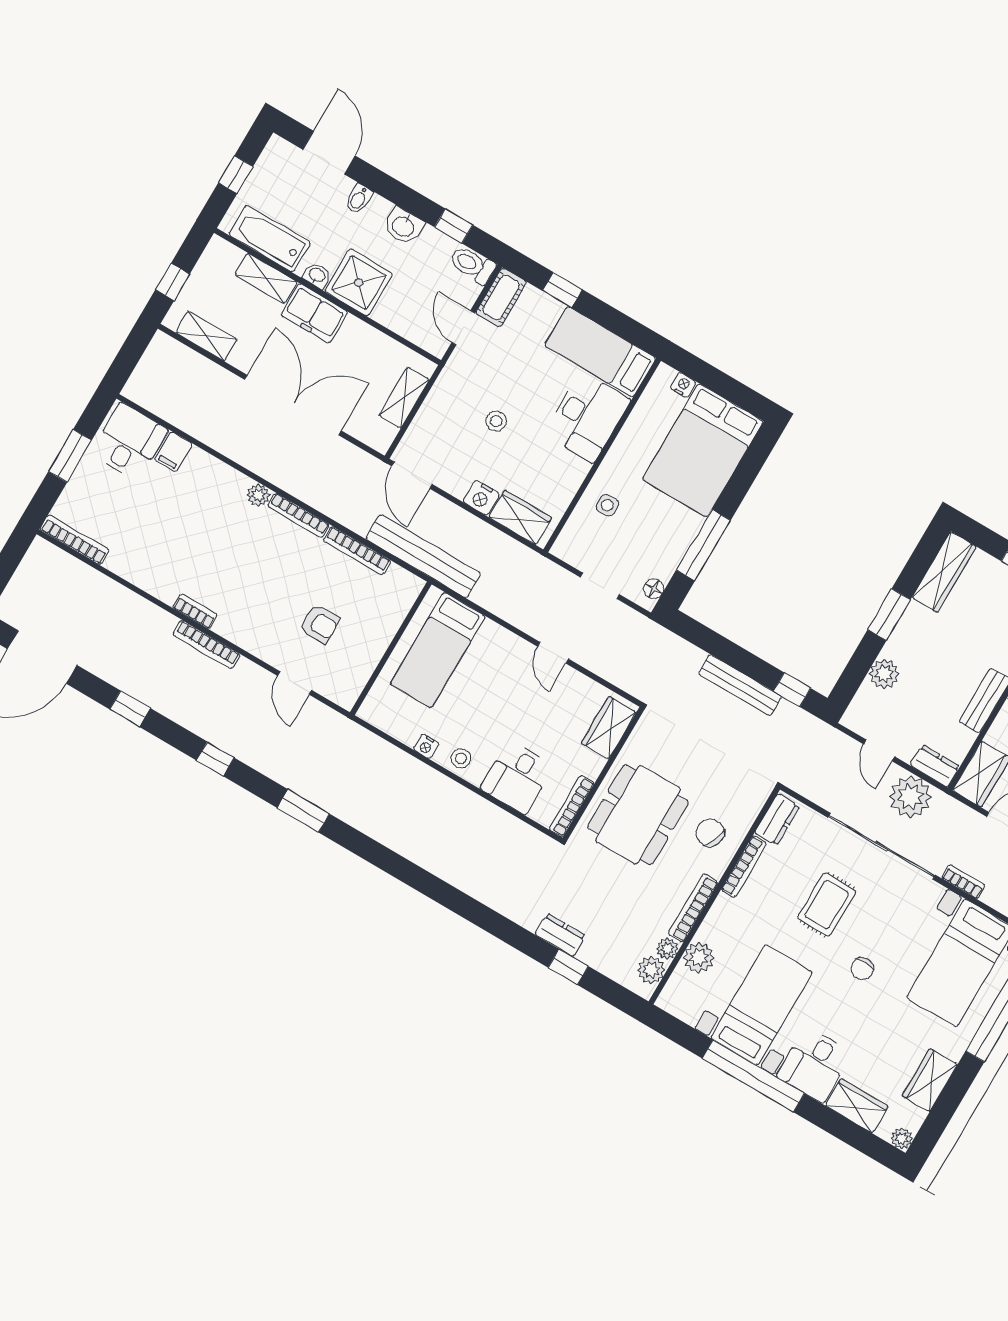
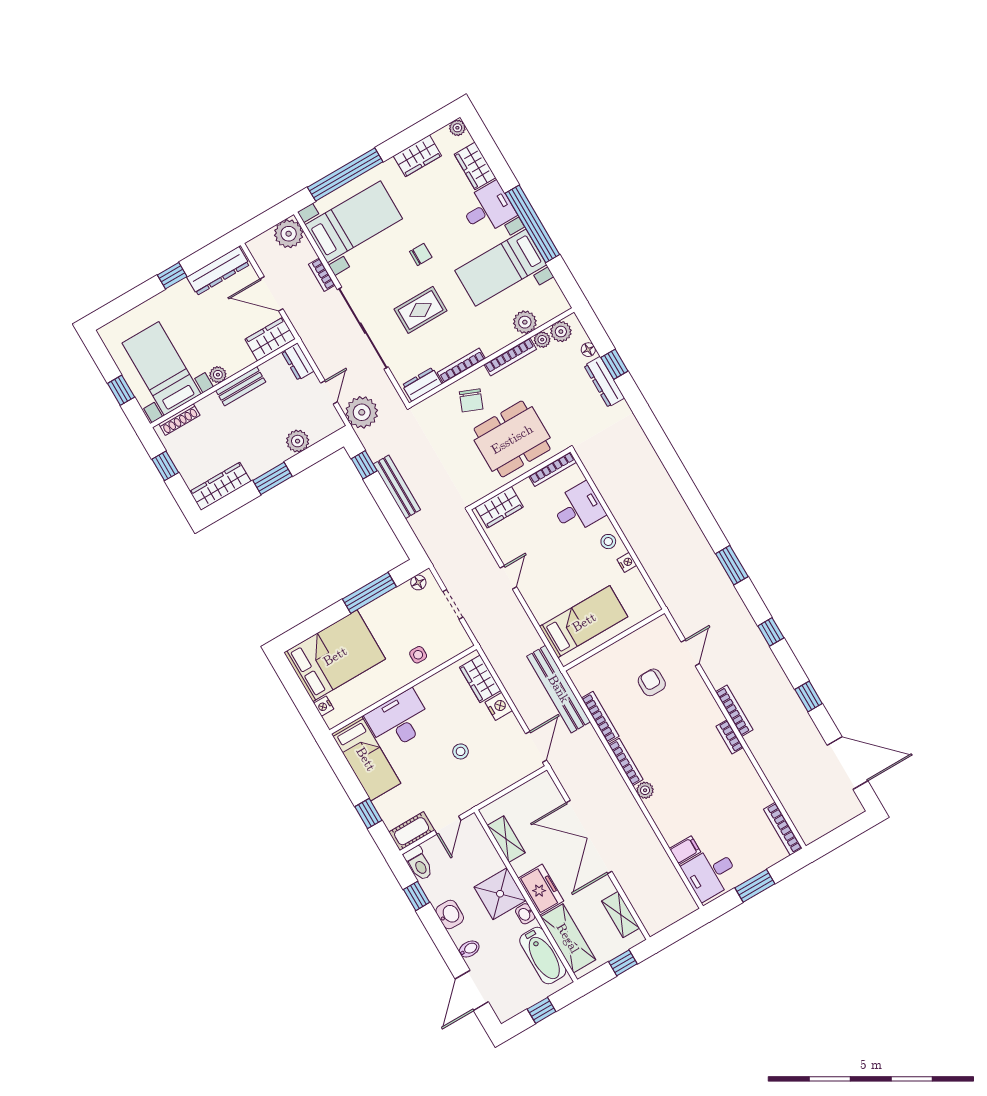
shelving: (266, 278) -> (568, 938), width x1.50, depth x1.33
shelving: (404, 398) -> (506, 839), moved, turned 90
plant: (910, 797) -> (362, 412), moved
dresser: (560, 935) -> (604, 382), width x1.44
floor lamp: (608, 967) -> (588, 350), added

